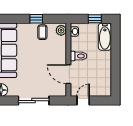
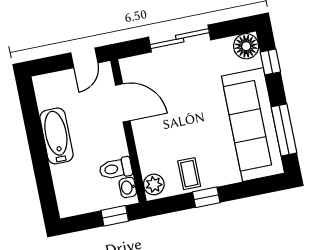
window: (95, 19) -> (115, 216), moved
bathtub: (105, 37) -> (56, 136), moved
toilet: (79, 56) -> (116, 169), moved

